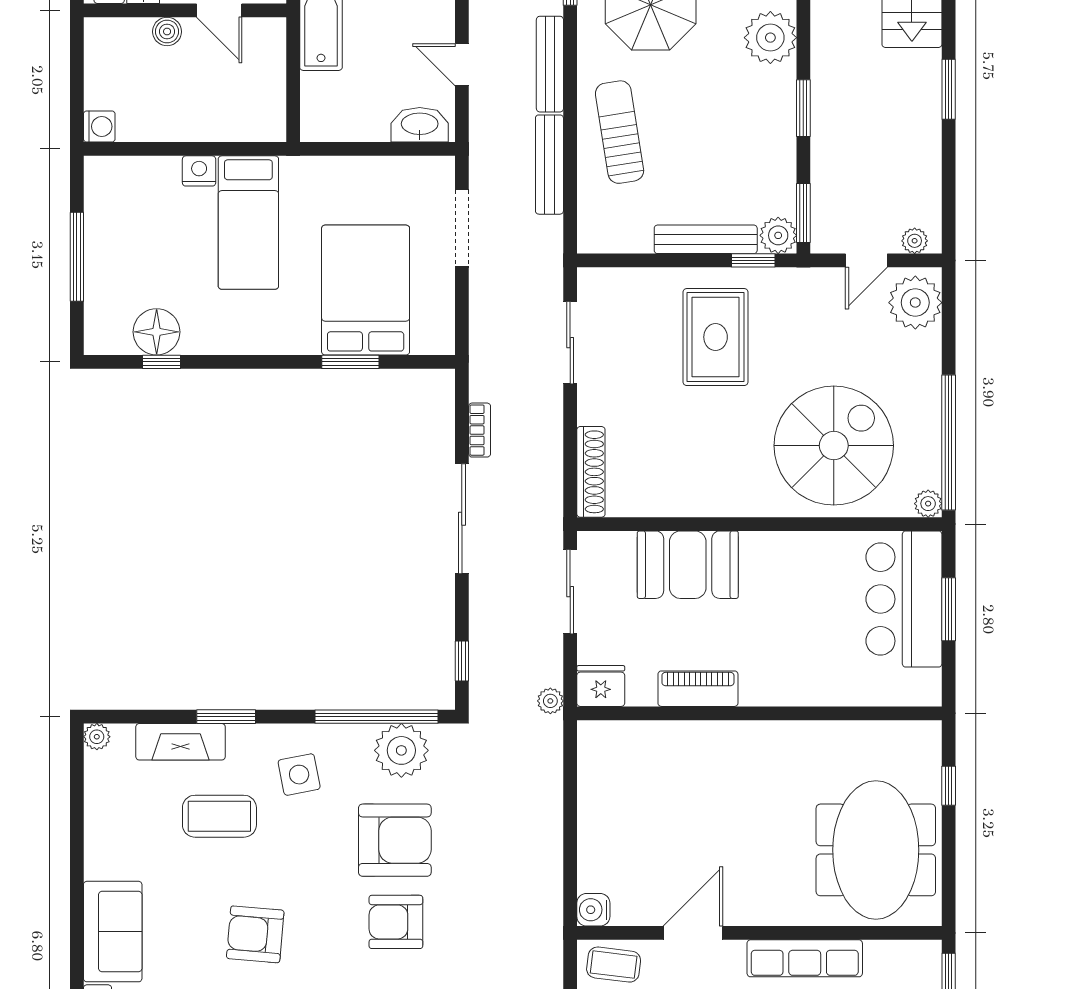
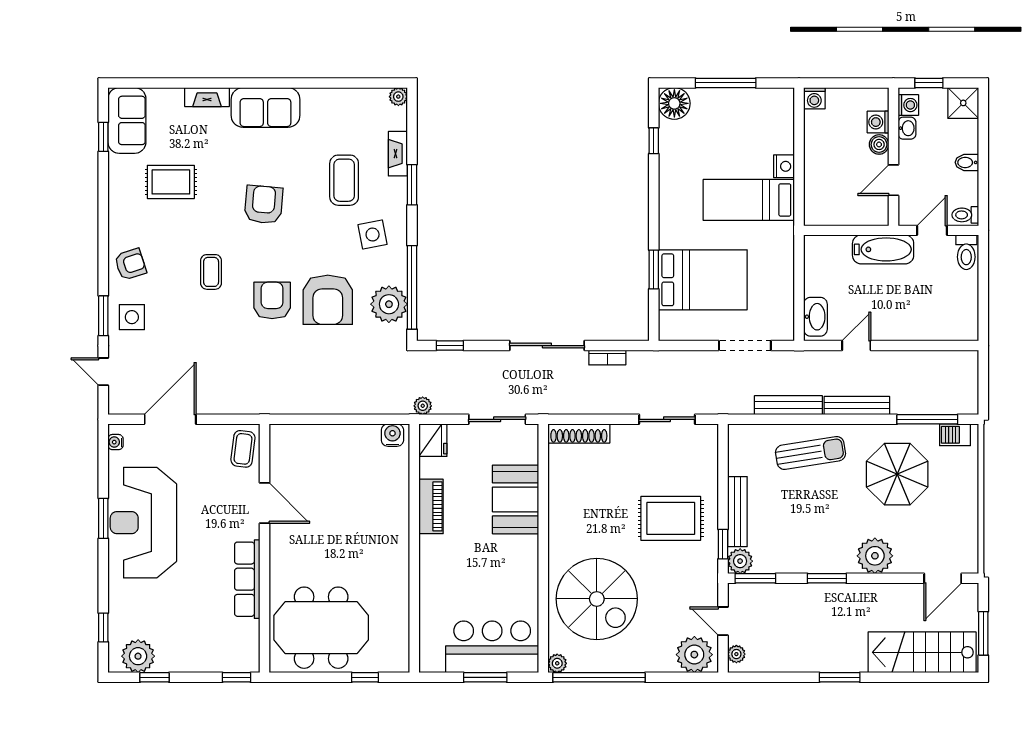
washing machine: (134, 33) -> (878, 122), added
floor lamp: (157, 332) -> (674, 103), moved
fireplace: (181, 742) -> (398, 154), width x0.73, depth x0.76
water cooler: (593, 910) -> (392, 435), moved

